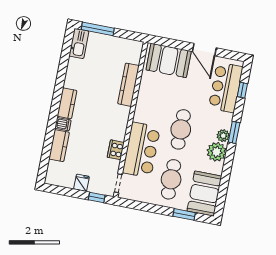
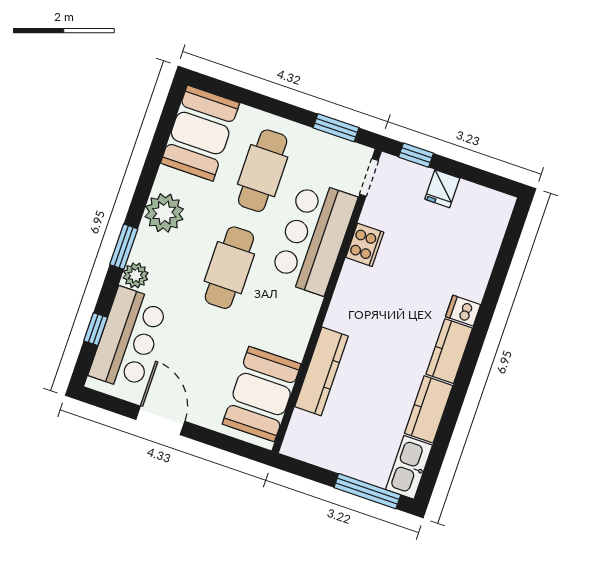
booth: (169, 60) -> (262, 394), moved, turned 90
plant: (223, 136) -> (136, 275), moved
kitchen counter: (59, 146) -> (429, 409), moved
window: (184, 214) -> (336, 128), moved

